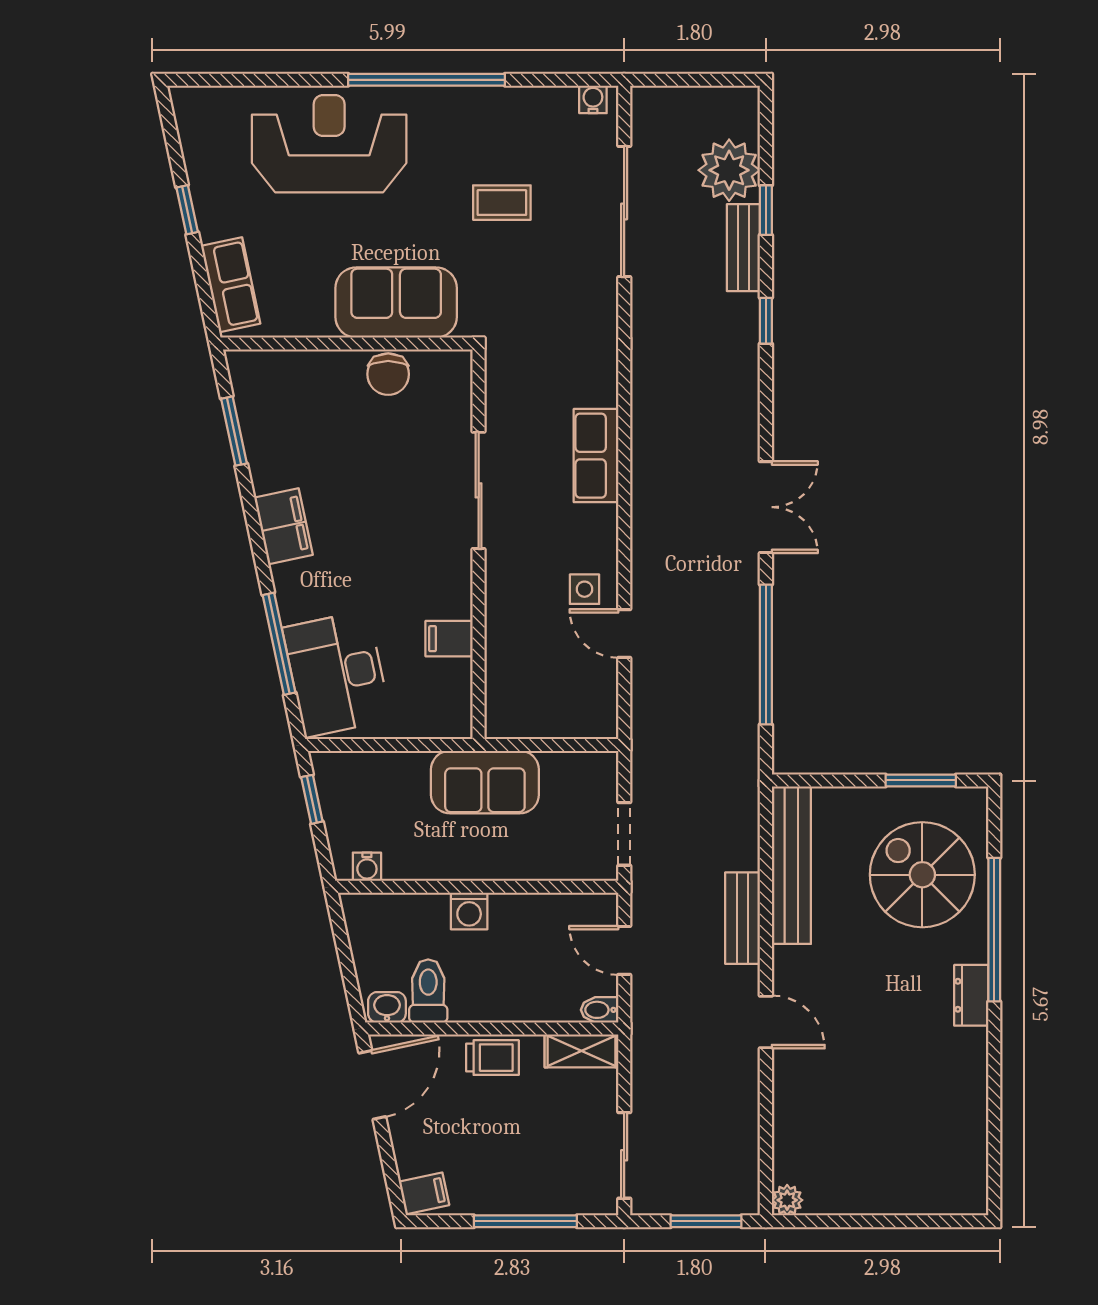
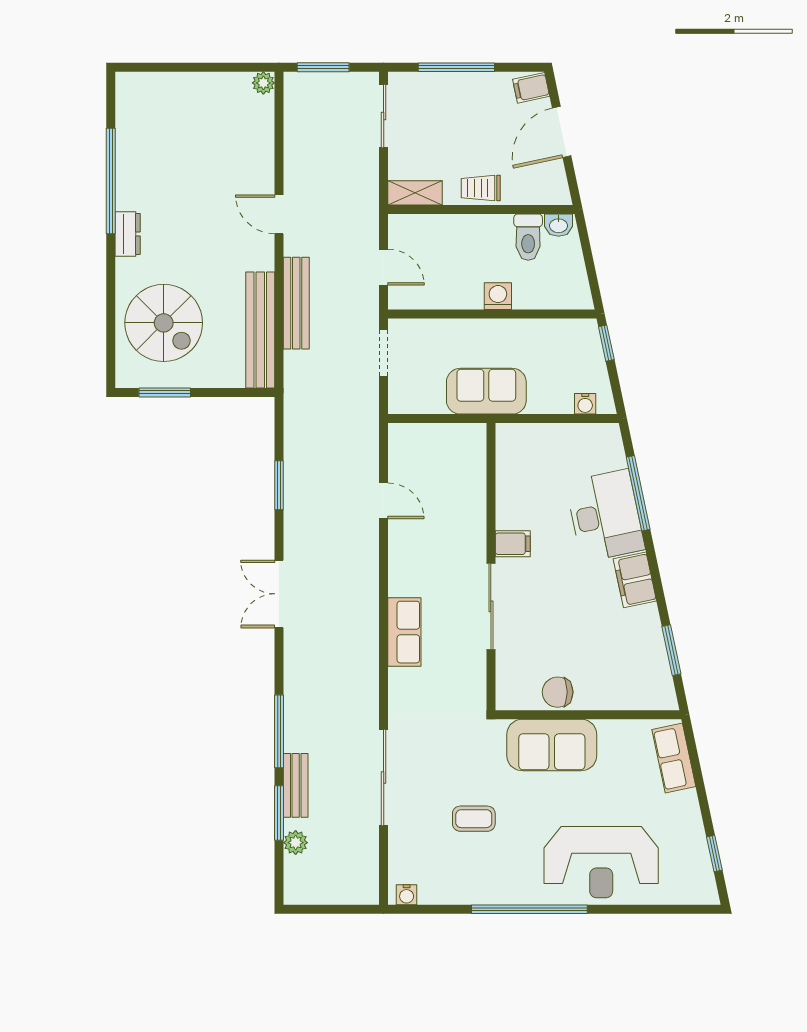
plant: (729, 170) -> (296, 843), width x0.53, depth x0.53
window: (187, 210) -> (714, 854), moved
window: (766, 210) -> (279, 813), width x1.50
sliding door: (624, 211) -> (384, 778), moved
window: (766, 321) -> (279, 731), width x2.17
chair: (388, 374) -> (558, 692), turned -90
side table: (584, 589) -> (413, 534), removed
filing cabinet: (449, 639) -> (513, 544), moved
window: (766, 655) -> (279, 485), width x0.47
desk: (337, 674) -> (605, 516), moved
window: (312, 799) -> (606, 343), moved
water cooler: (367, 867) -> (585, 404), moved, turned 180
bench: (743, 918) -> (296, 303), width x1.36
window: (994, 930) -> (111, 181), moved
bidet: (600, 1010) -> (402, 223), removed
door: (372, 1085) -> (562, 132), moved

